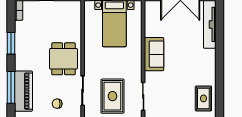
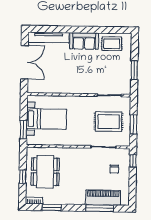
window: (11, 43) -> (52, 207), moved
sofa: (154, 54) -> (84, 41), moved, turned 180
dining table: (63, 59) -> (45, 172), moved, width x1.38

